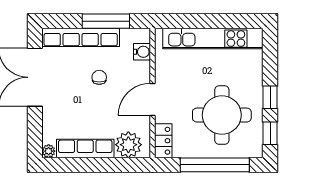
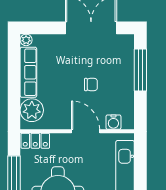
window: (106, 21) -> (140, 70), moved
row of seats: (81, 37) -> (126, 68), removed
door: (152, 100) -> (86, 131), moved

